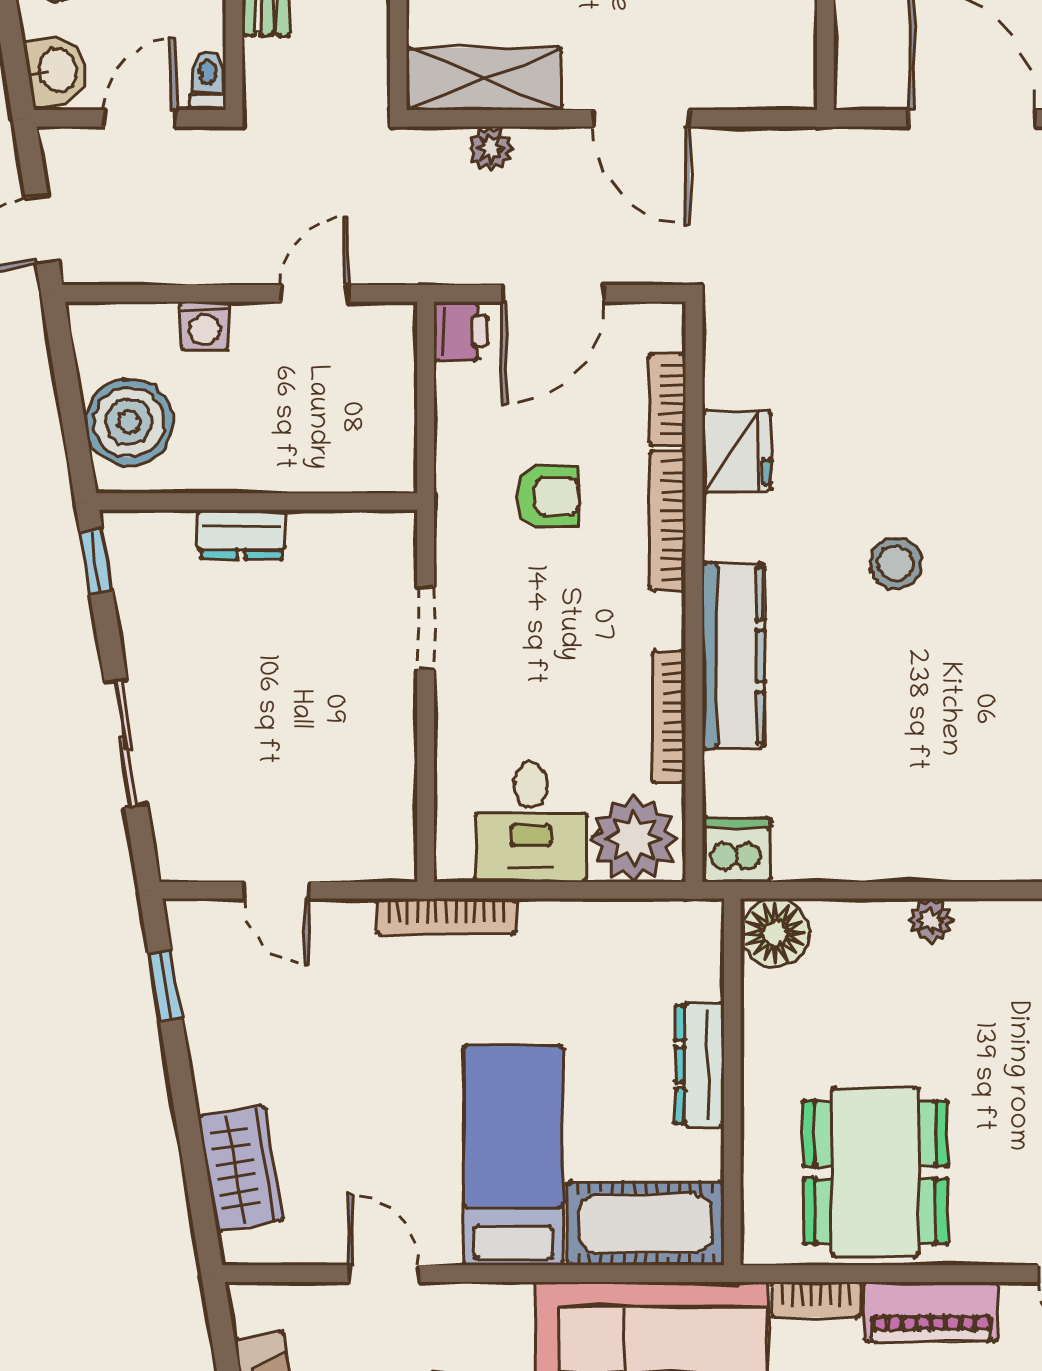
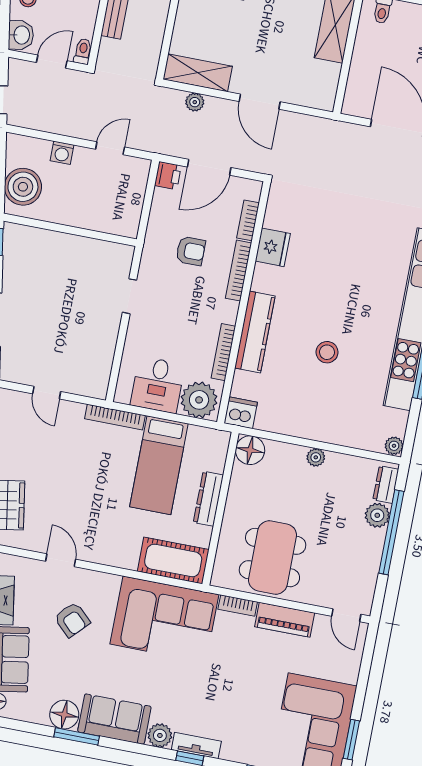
dresser: (241, 534) -> (61, 242), removed
stool: (896, 563) -> (327, 352), moved
bed: (513, 1155) -> (159, 465), moved, turned 180

